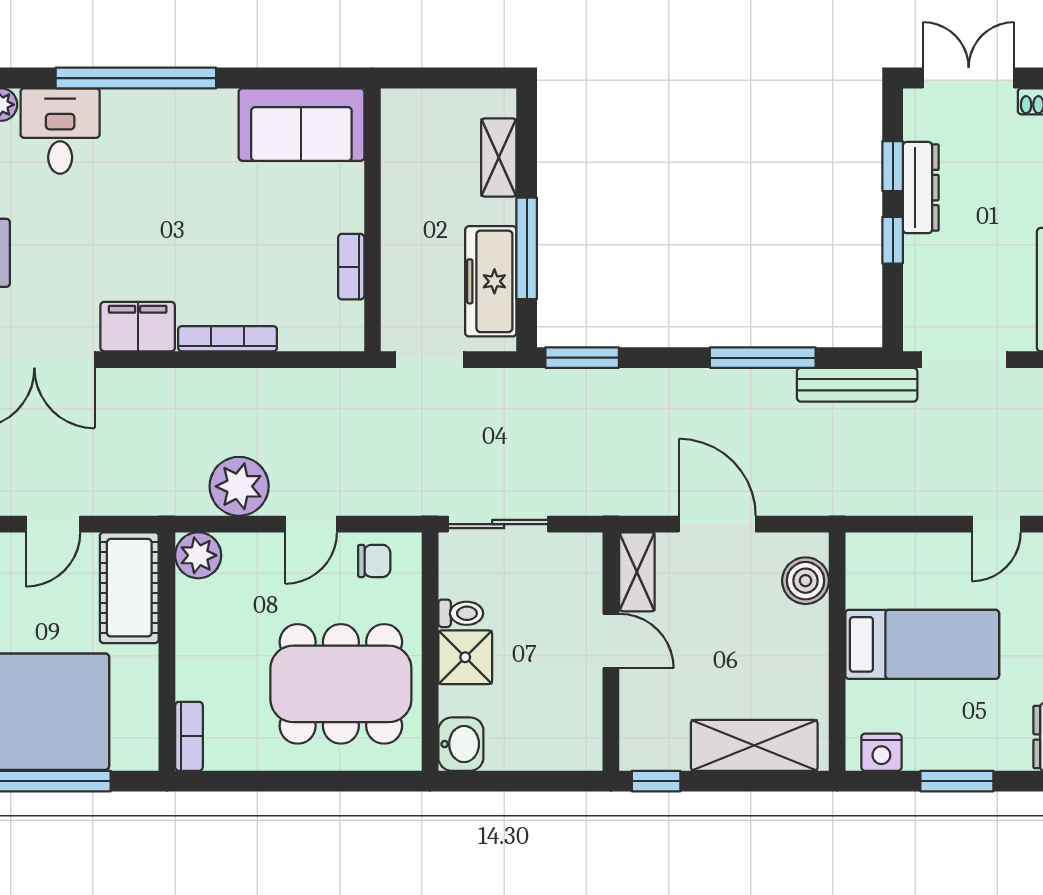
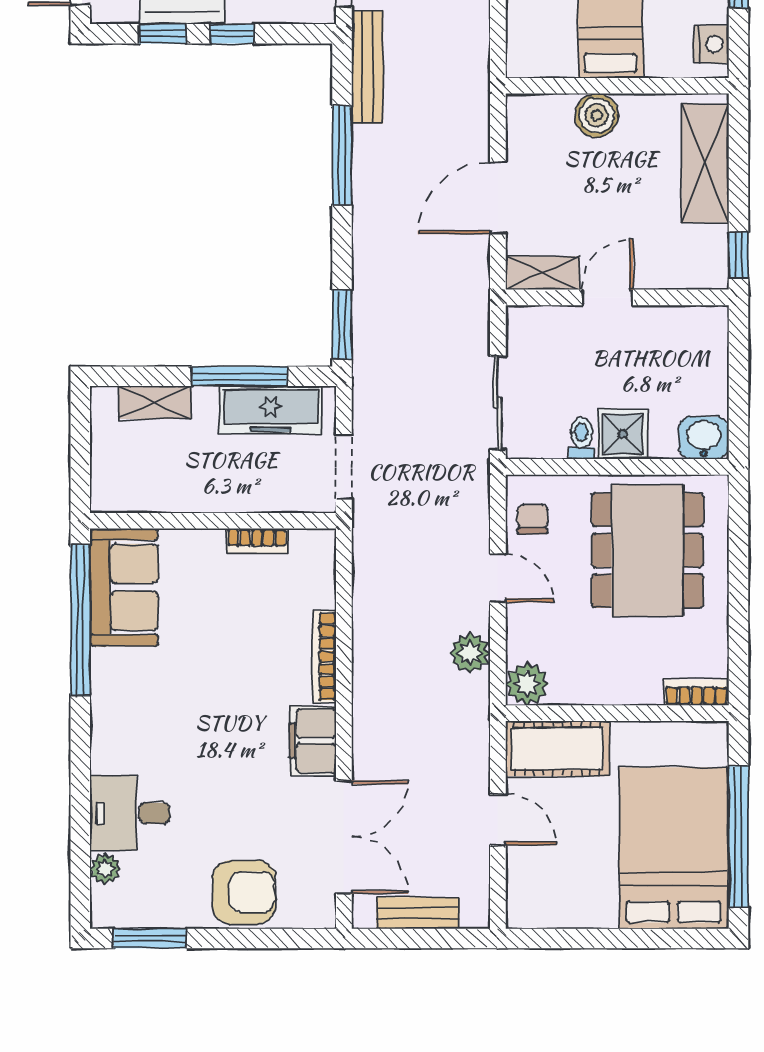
window: (136, 78) -> (80, 620), moved
plant: (239, 486) -> (470, 653), width x0.73, depth x0.73
boiler: (806, 581) -> (597, 115), moved

